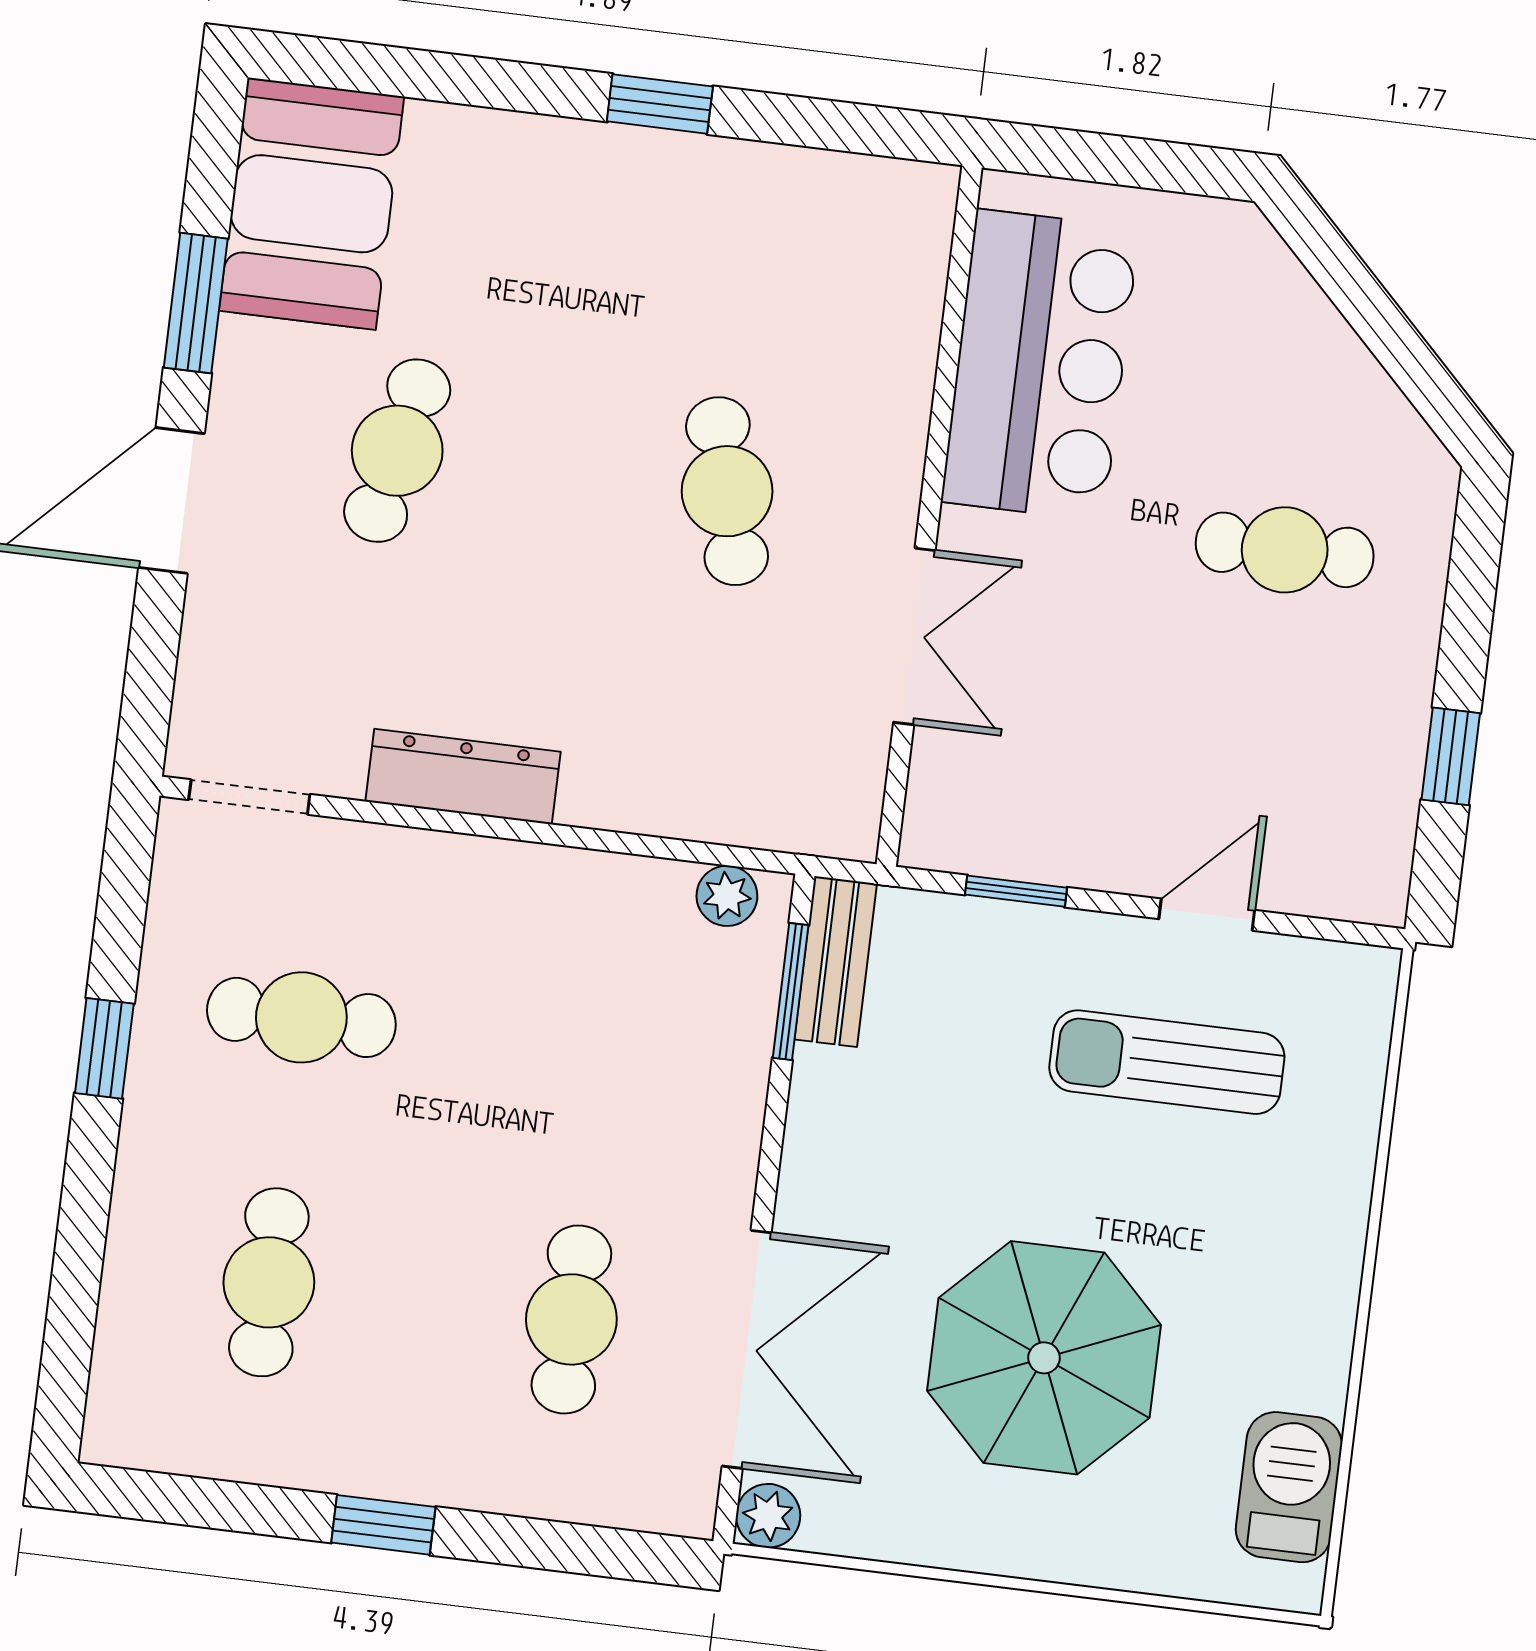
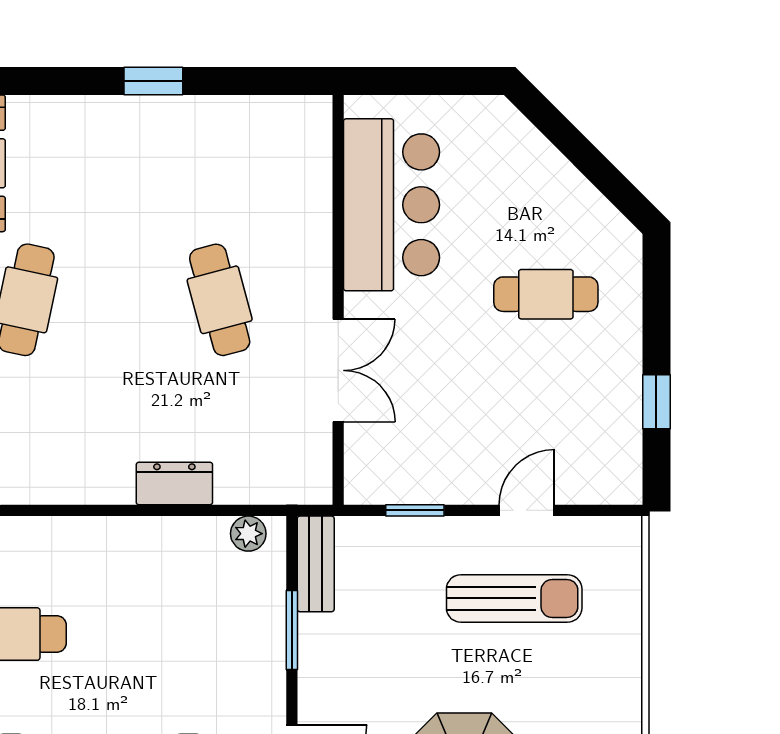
dresser: (463, 777) -> (174, 483), moved, width x0.70
window: (791, 991) -> (292, 630), moved
sun lounger: (1167, 1062) -> (514, 598), turned 180

